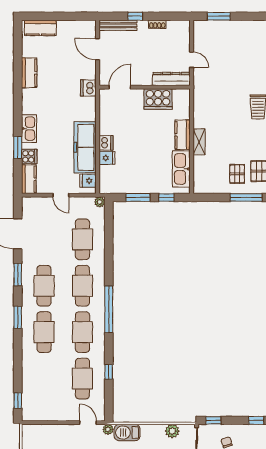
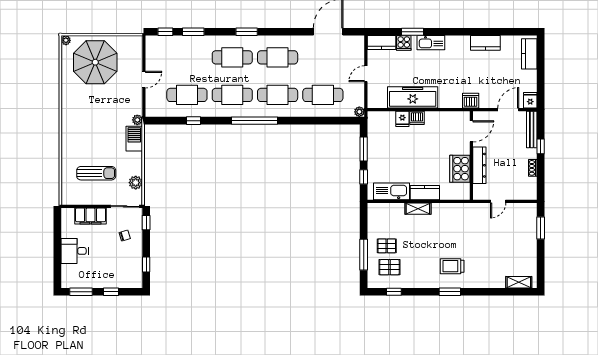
dresser: (171, 79) -> (479, 165), moved
door: (120, 87) -> (471, 131), hinge flipped
fridge: (88, 181) -> (530, 100), moved
window: (18, 275) -> (193, 32), moved
door: (88, 423) -> (144, 80), moved

